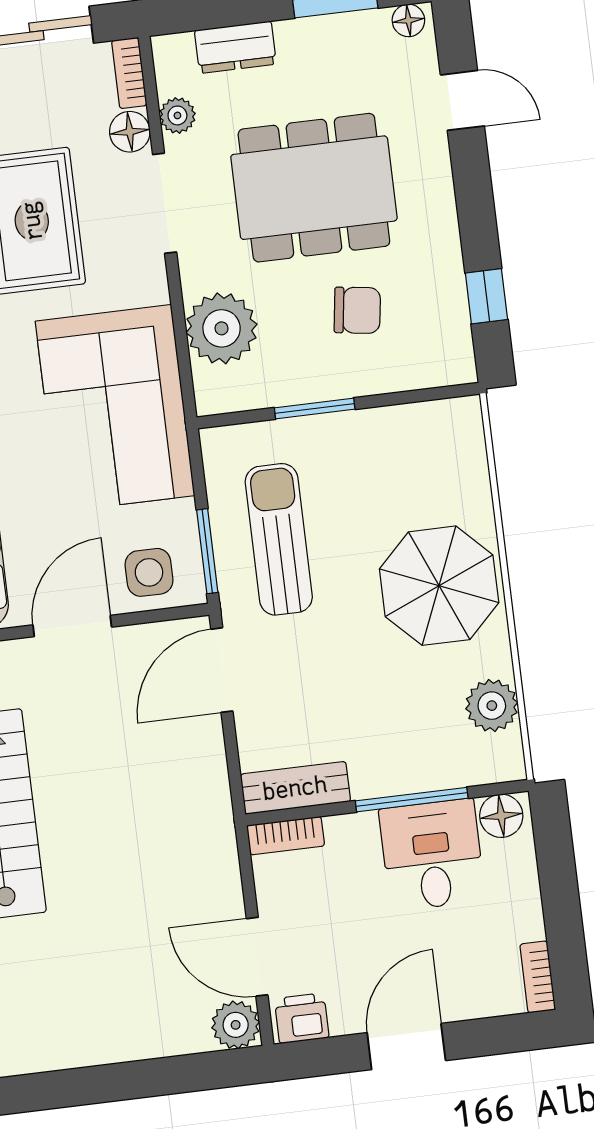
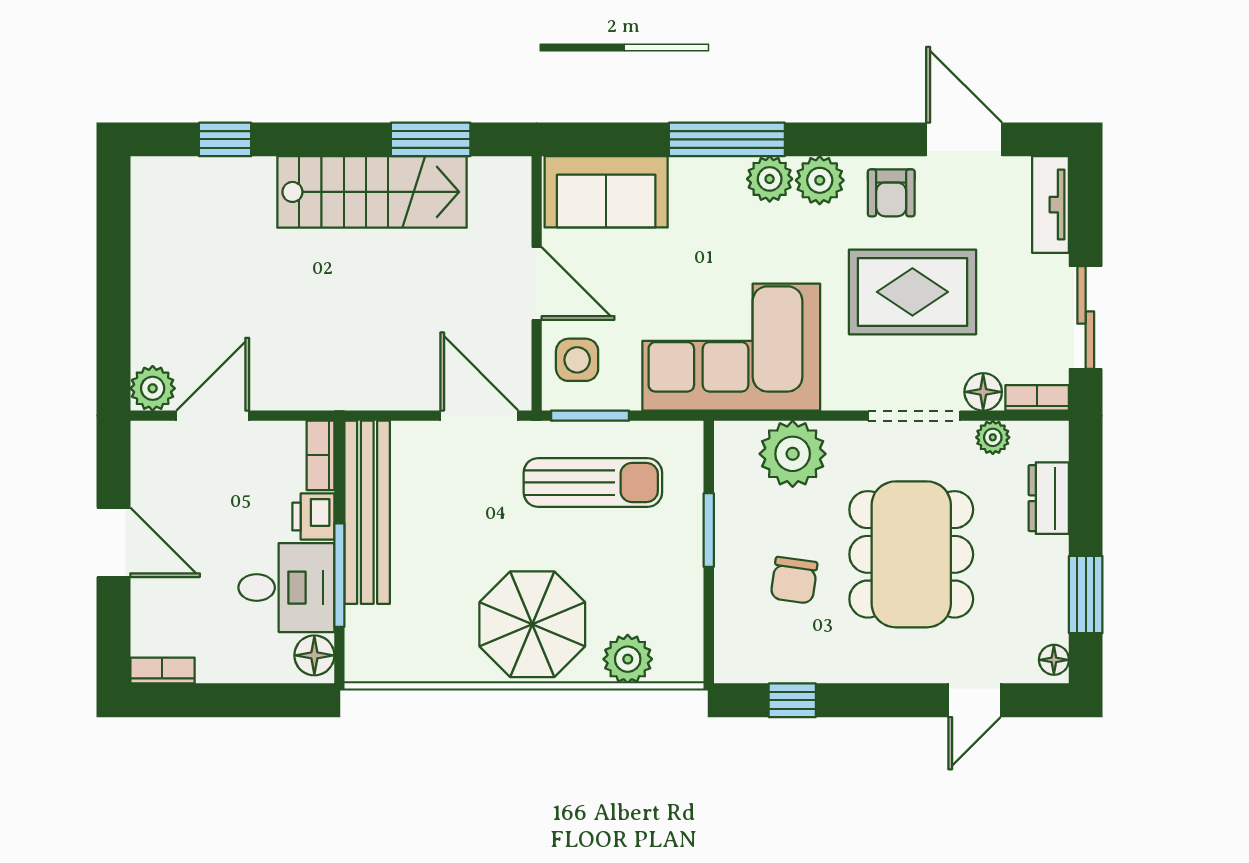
plant: (492, 706) -> (628, 659), moved
bench: (295, 788) -> (367, 512), width x1.86, depth x1.21
printer: (302, 1018) -> (313, 517), moved, turned 180

